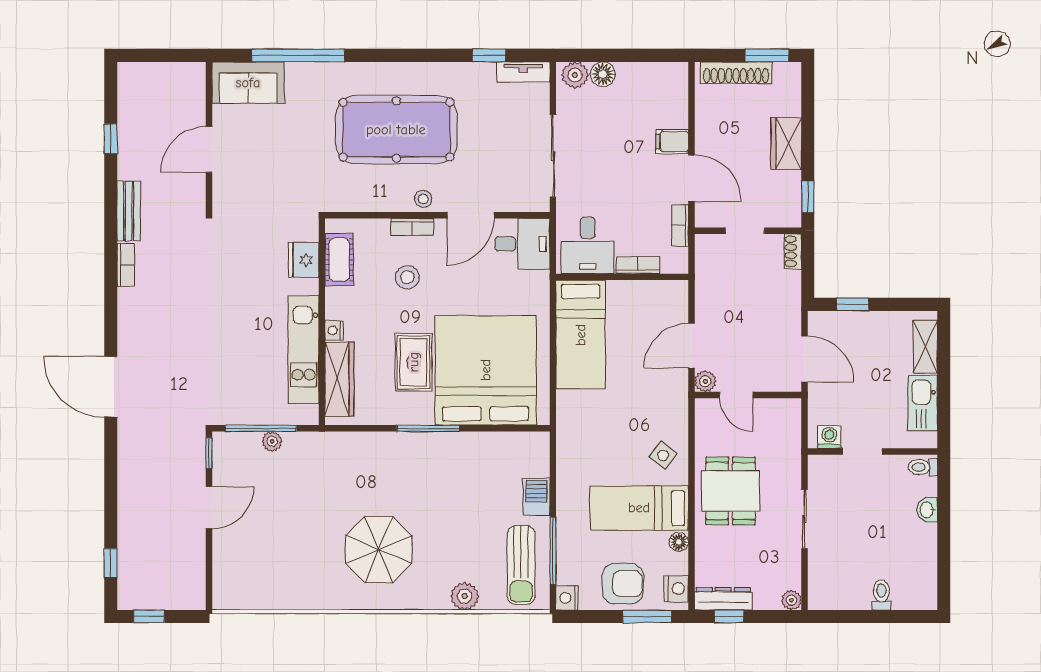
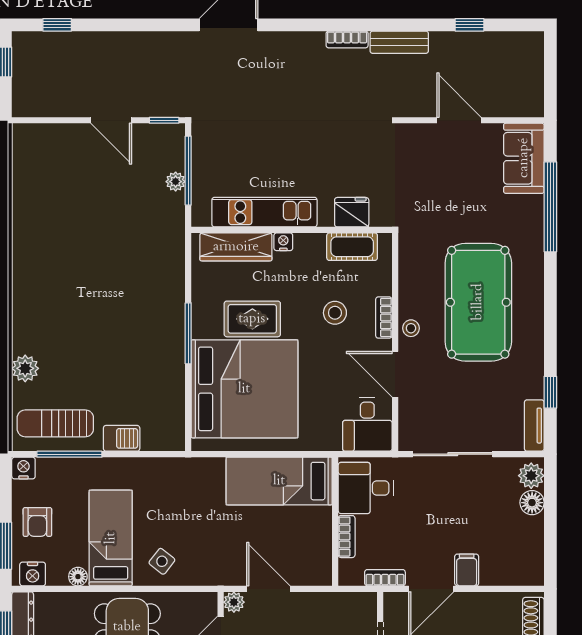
parasol: (379, 549) -> (71, 285), removed
armchair: (623, 584) -> (37, 522), width x0.72, depth x0.72

